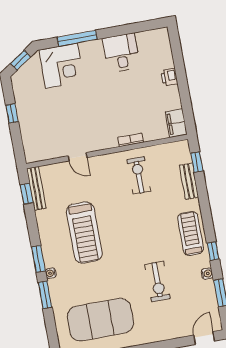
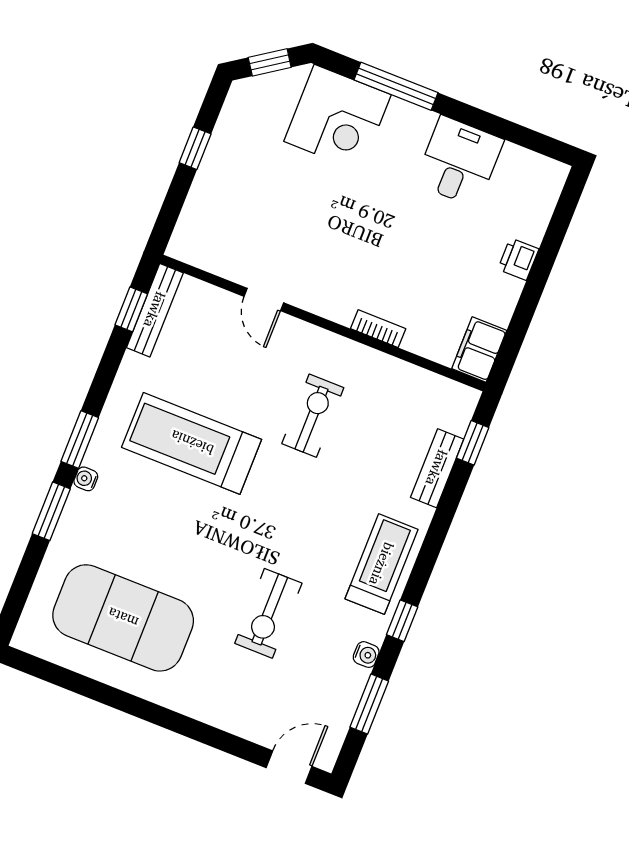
exercise bike: (139, 175) -> (313, 416), moved
treadmill: (84, 233) -> (192, 443), turned 90

